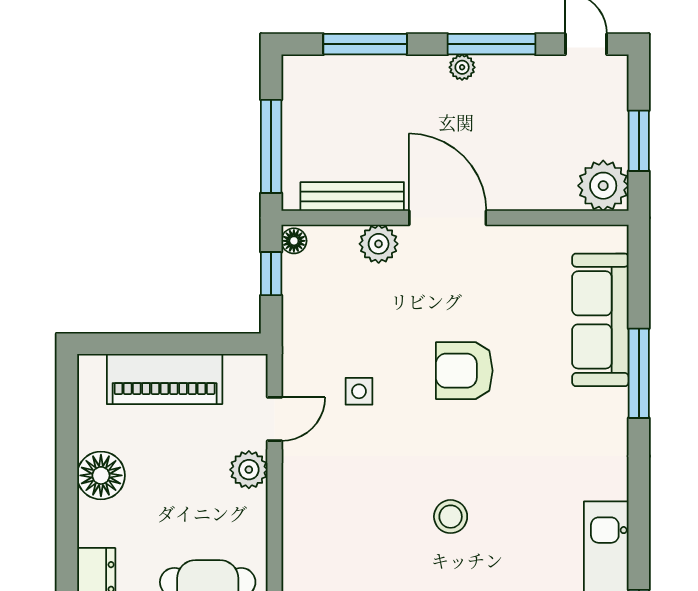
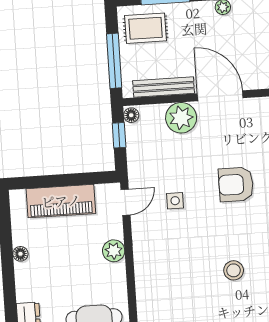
rug: (328, 94) -> (146, 28), added
plant: (379, 244) -> (181, 118), width x1.36, depth x1.36
door: (274, 419) -> (126, 202), moved
floor lamp: (101, 475) -> (20, 254), width x0.53, depth x0.53

